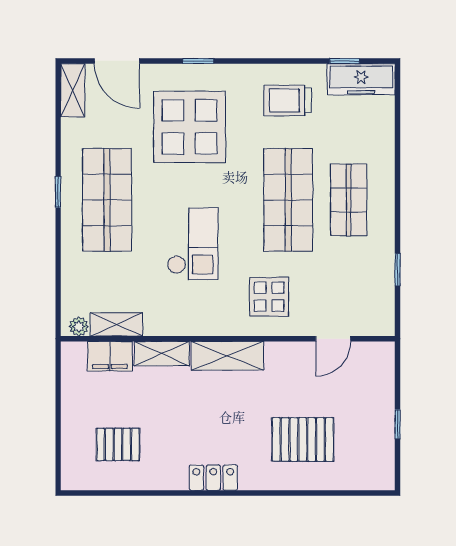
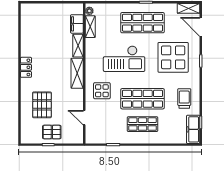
door: (117, 61) -> (201, 27), hinge flipped
checkout: (193, 244) -> (124, 59), width x1.36, depth x1.21
pallet: (118, 444) -> (52, 132), moved, turned 90

